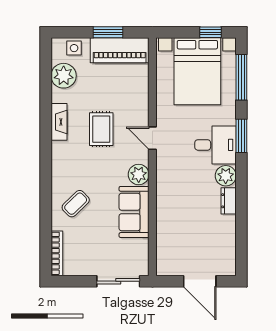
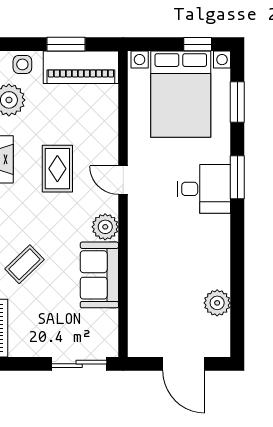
window: (241, 77) -> (237, 102), width x0.69
plant: (226, 176) -> (217, 303), moved
dresser: (229, 201) -> (221, 261), removed

